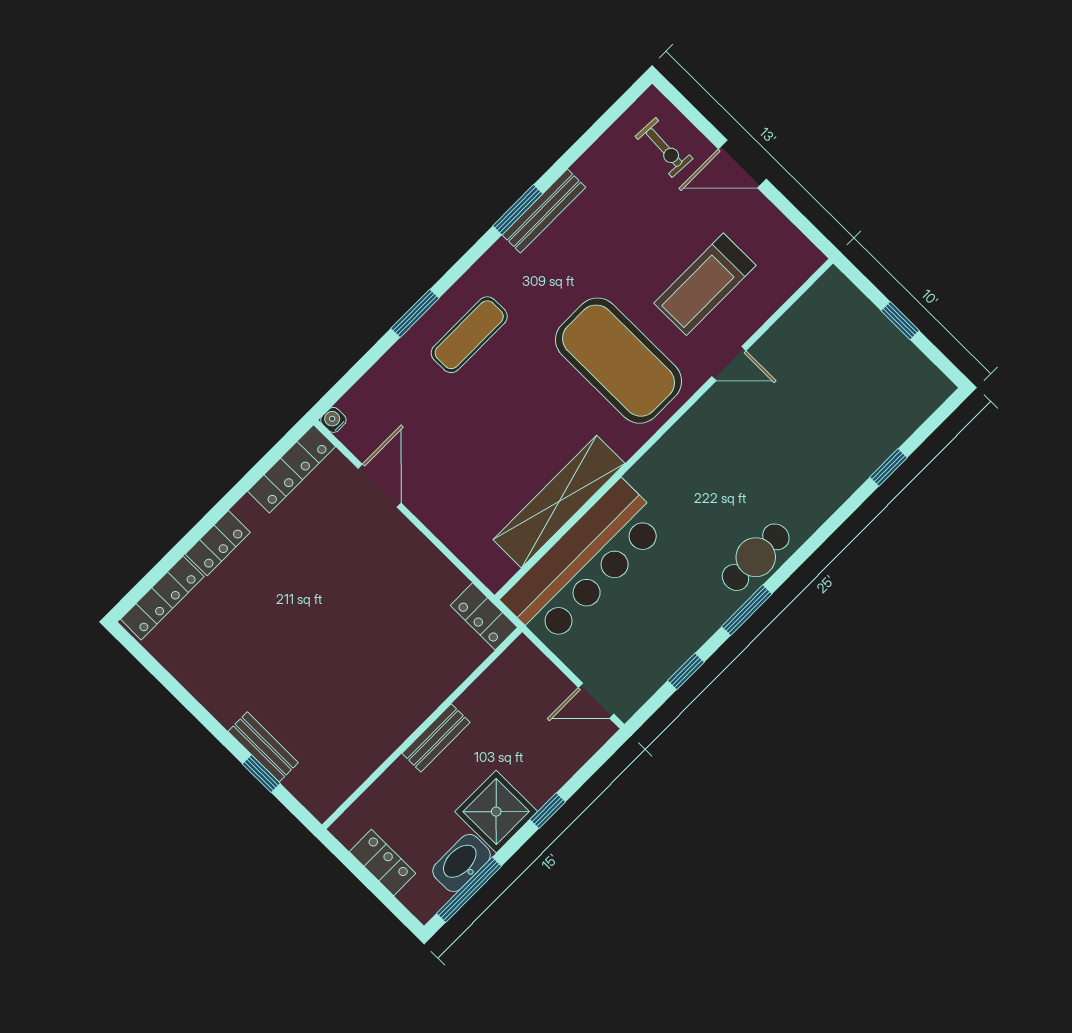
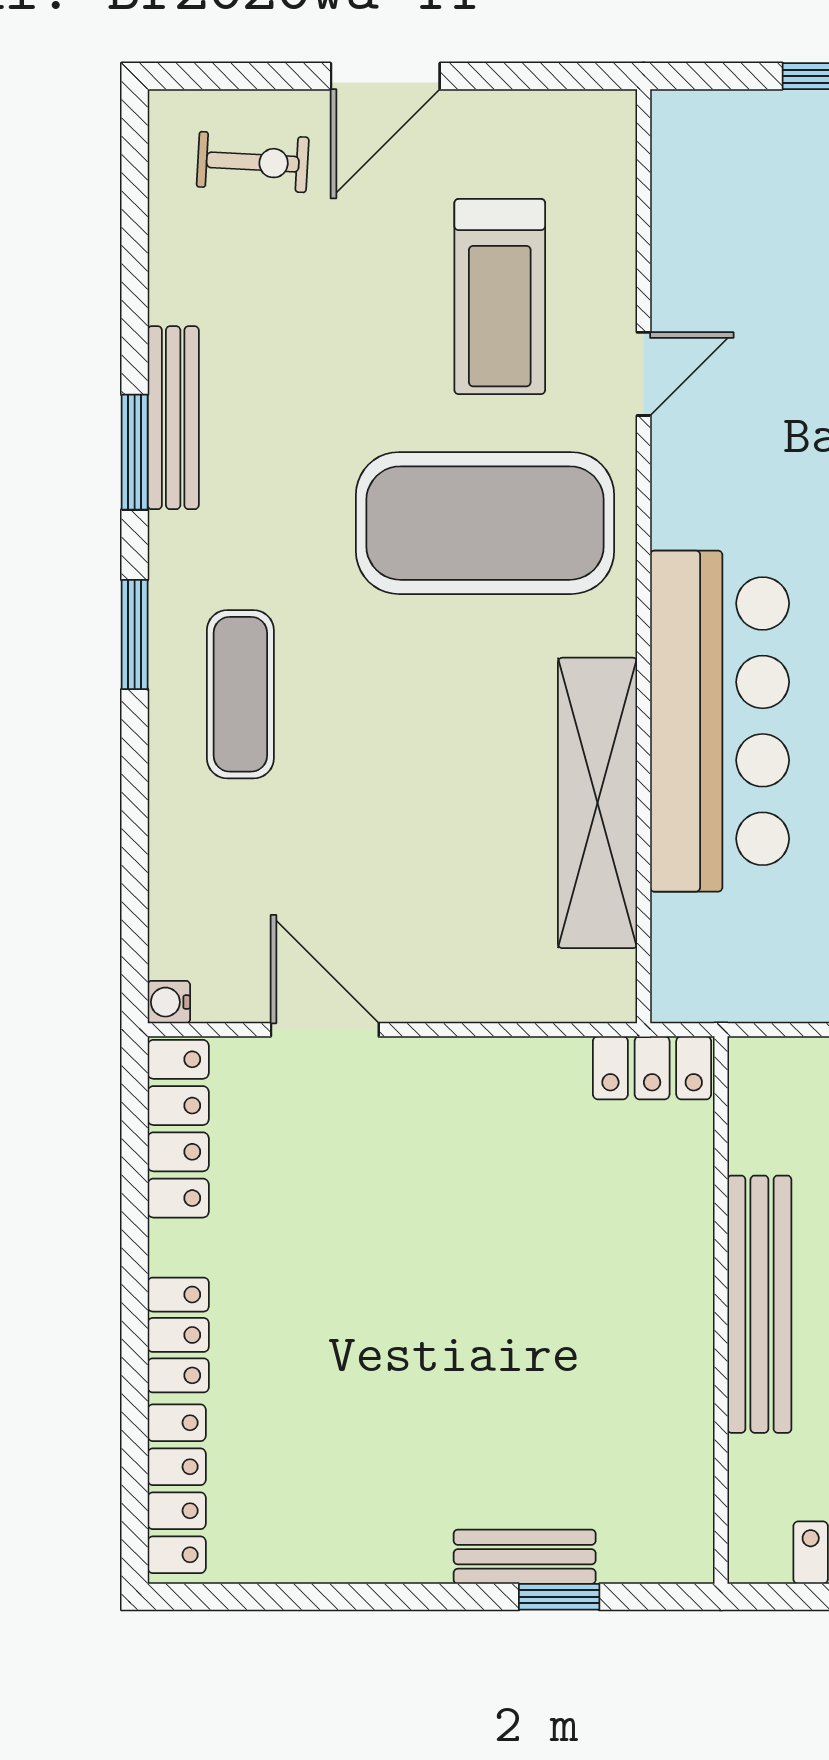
window: (415, 313) -> (135, 634), moved
bar counter: (585, 563) -> (720, 721), moved
bench: (436, 738) -> (759, 1304), width x1.86, depth x1.21

